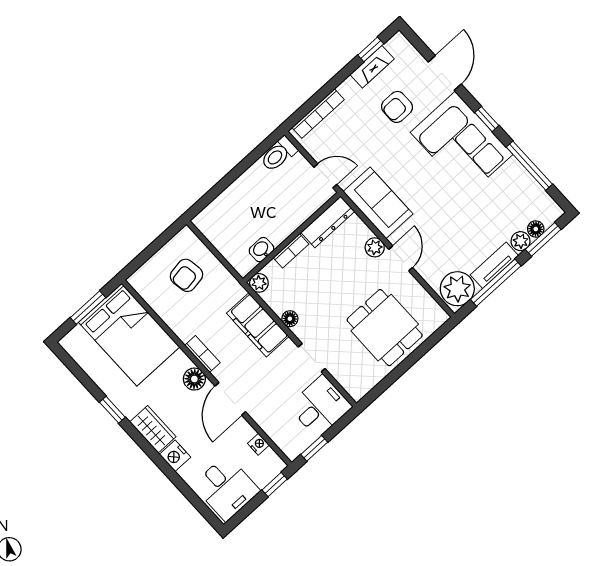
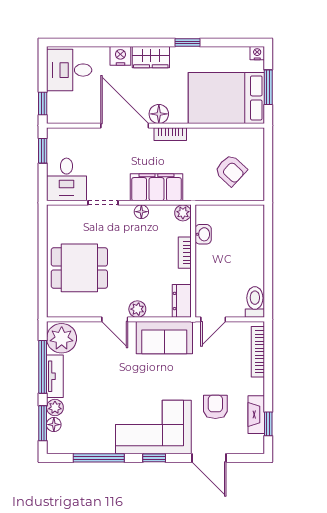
dresser: (328, 222) -> (182, 301), width x0.70
armchair: (186, 275) -> (231, 170), turned 142
door: (230, 399) -> (125, 126), width x1.36
nightstand: (258, 444) -> (257, 53), moved, turned 180

